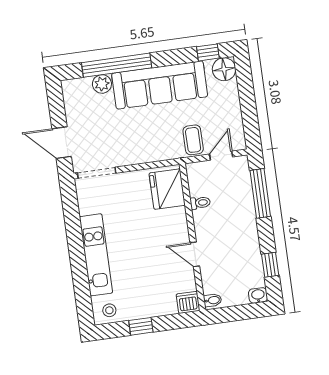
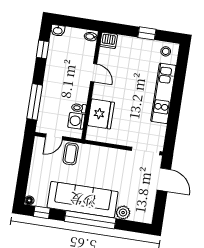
window: (117, 65) -> (90, 220), moved
floor lamp: (224, 69) -> (29, 200), width x0.53, depth x0.53
washing machine: (198, 185) -> (76, 121), added
fridge: (167, 189) -> (101, 114), moved

